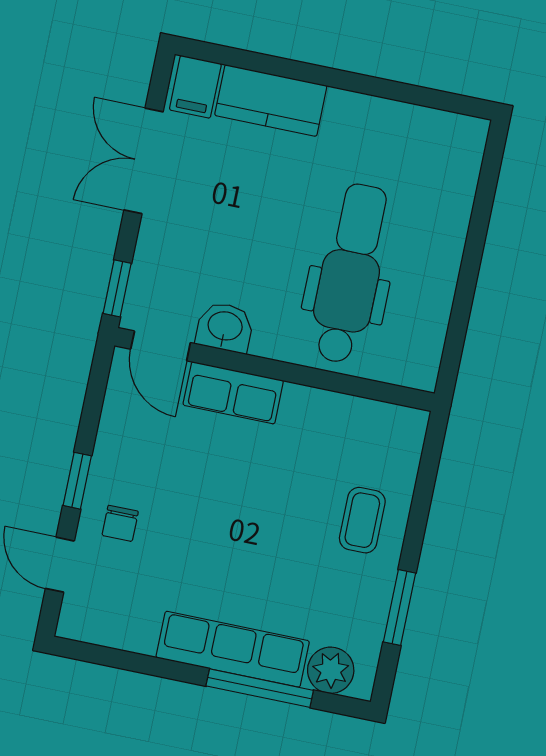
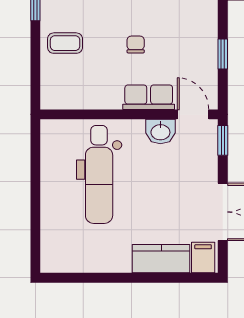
window: (77, 481) -> (223, 54), moved
coffee table: (362, 520) -> (65, 43), turned 90
chair: (120, 523) -> (136, 44), moved

